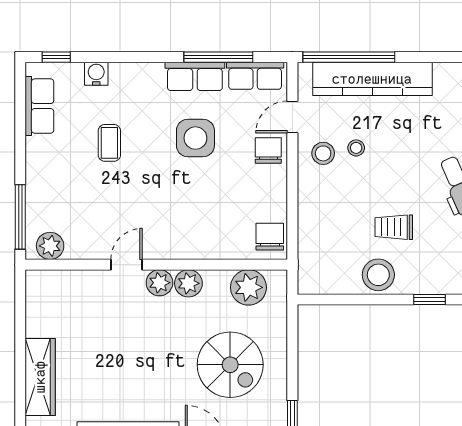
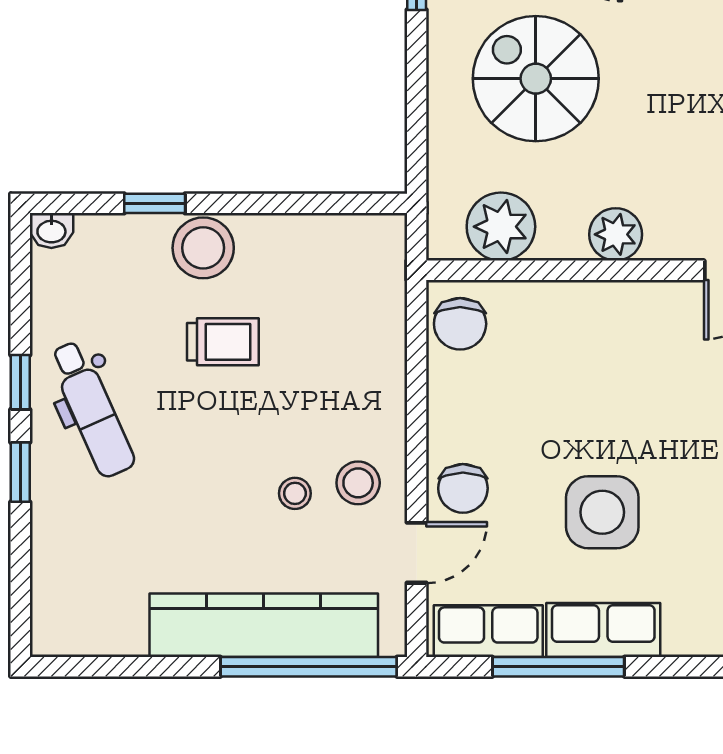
stool: (378, 275) -> (203, 248), moved
plant: (159, 283) -> (671, 235), removed

